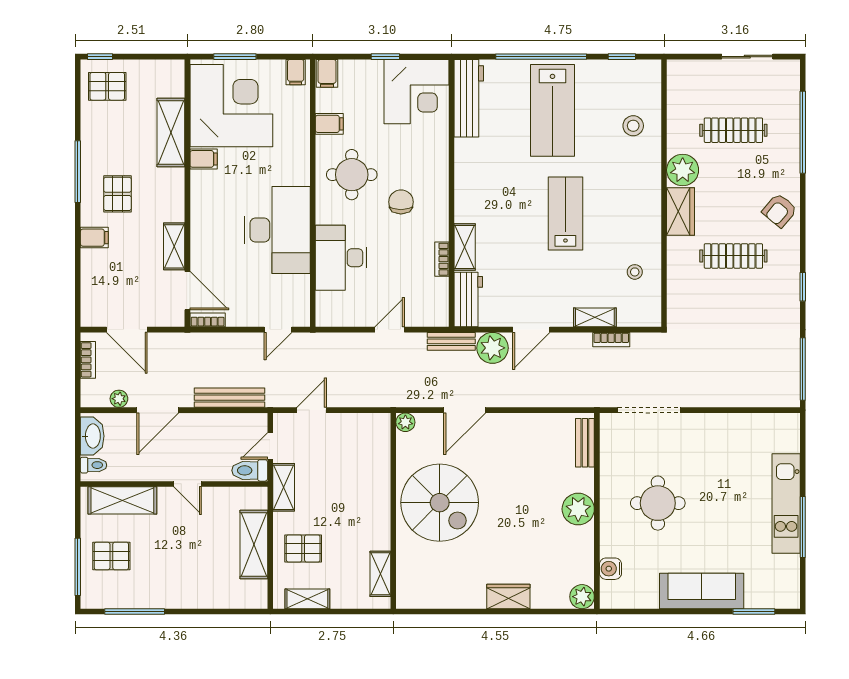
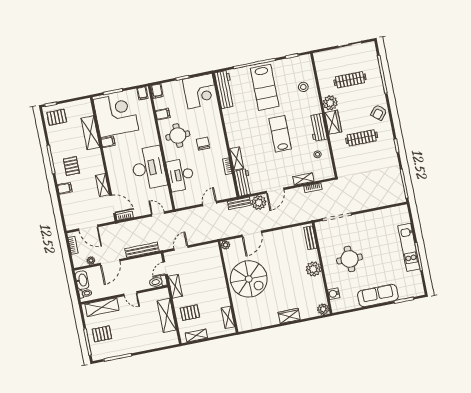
workbench: (647, 216) -> (318, 127), added
door: (278, 330) -> (158, 214), swing flipped

